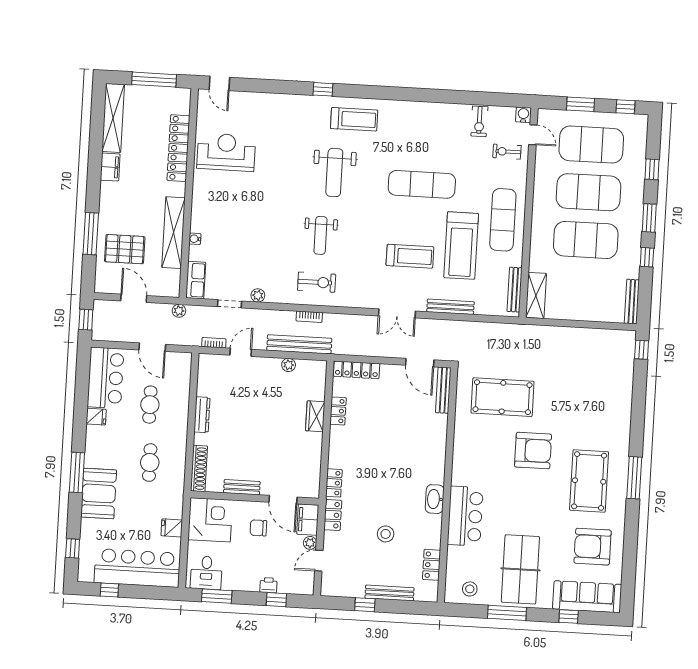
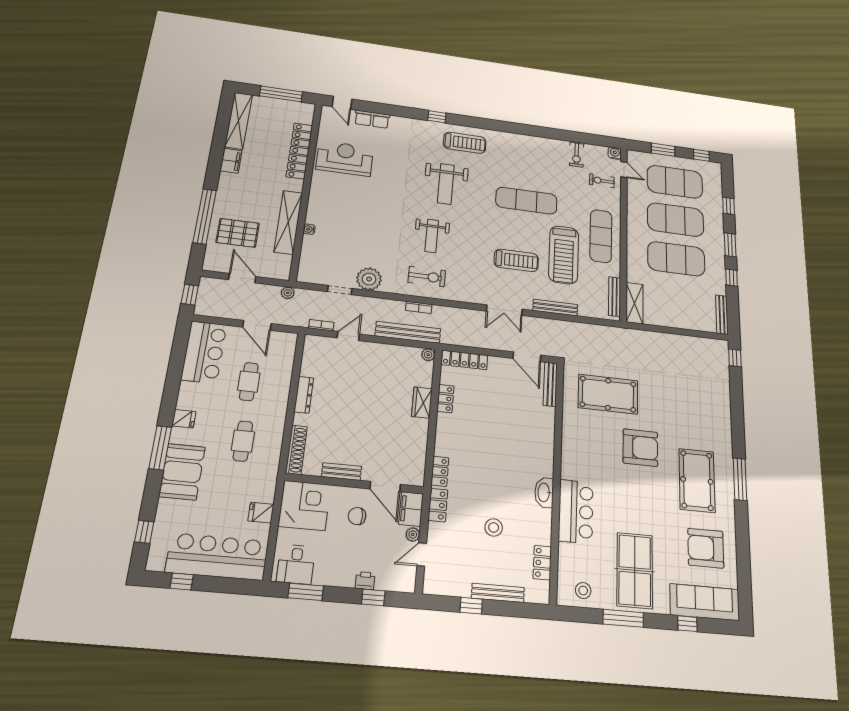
window: (91, 234) -> (205, 216), width x1.46
row of seats: (196, 280) -> (372, 119), moved, turned 90
plant: (258, 295) -> (369, 279), width x1.87, depth x1.87
plant: (289, 365) -> (428, 355), moved
fridge: (96, 417) -> (184, 419), moved

